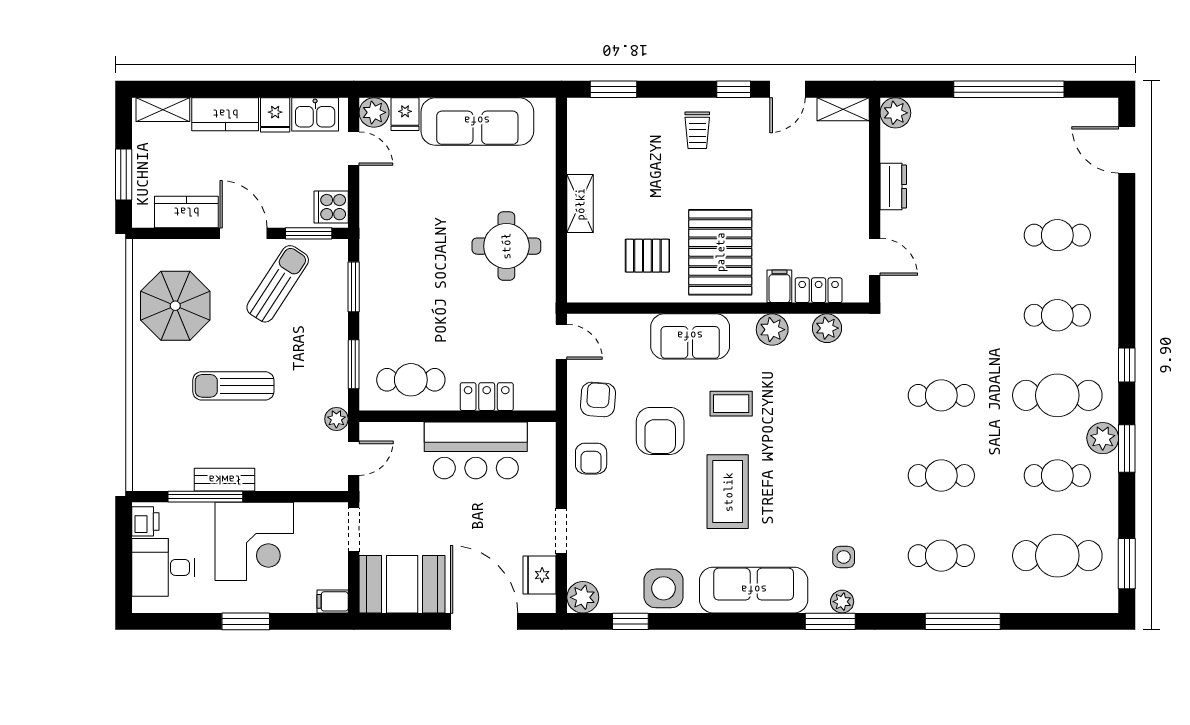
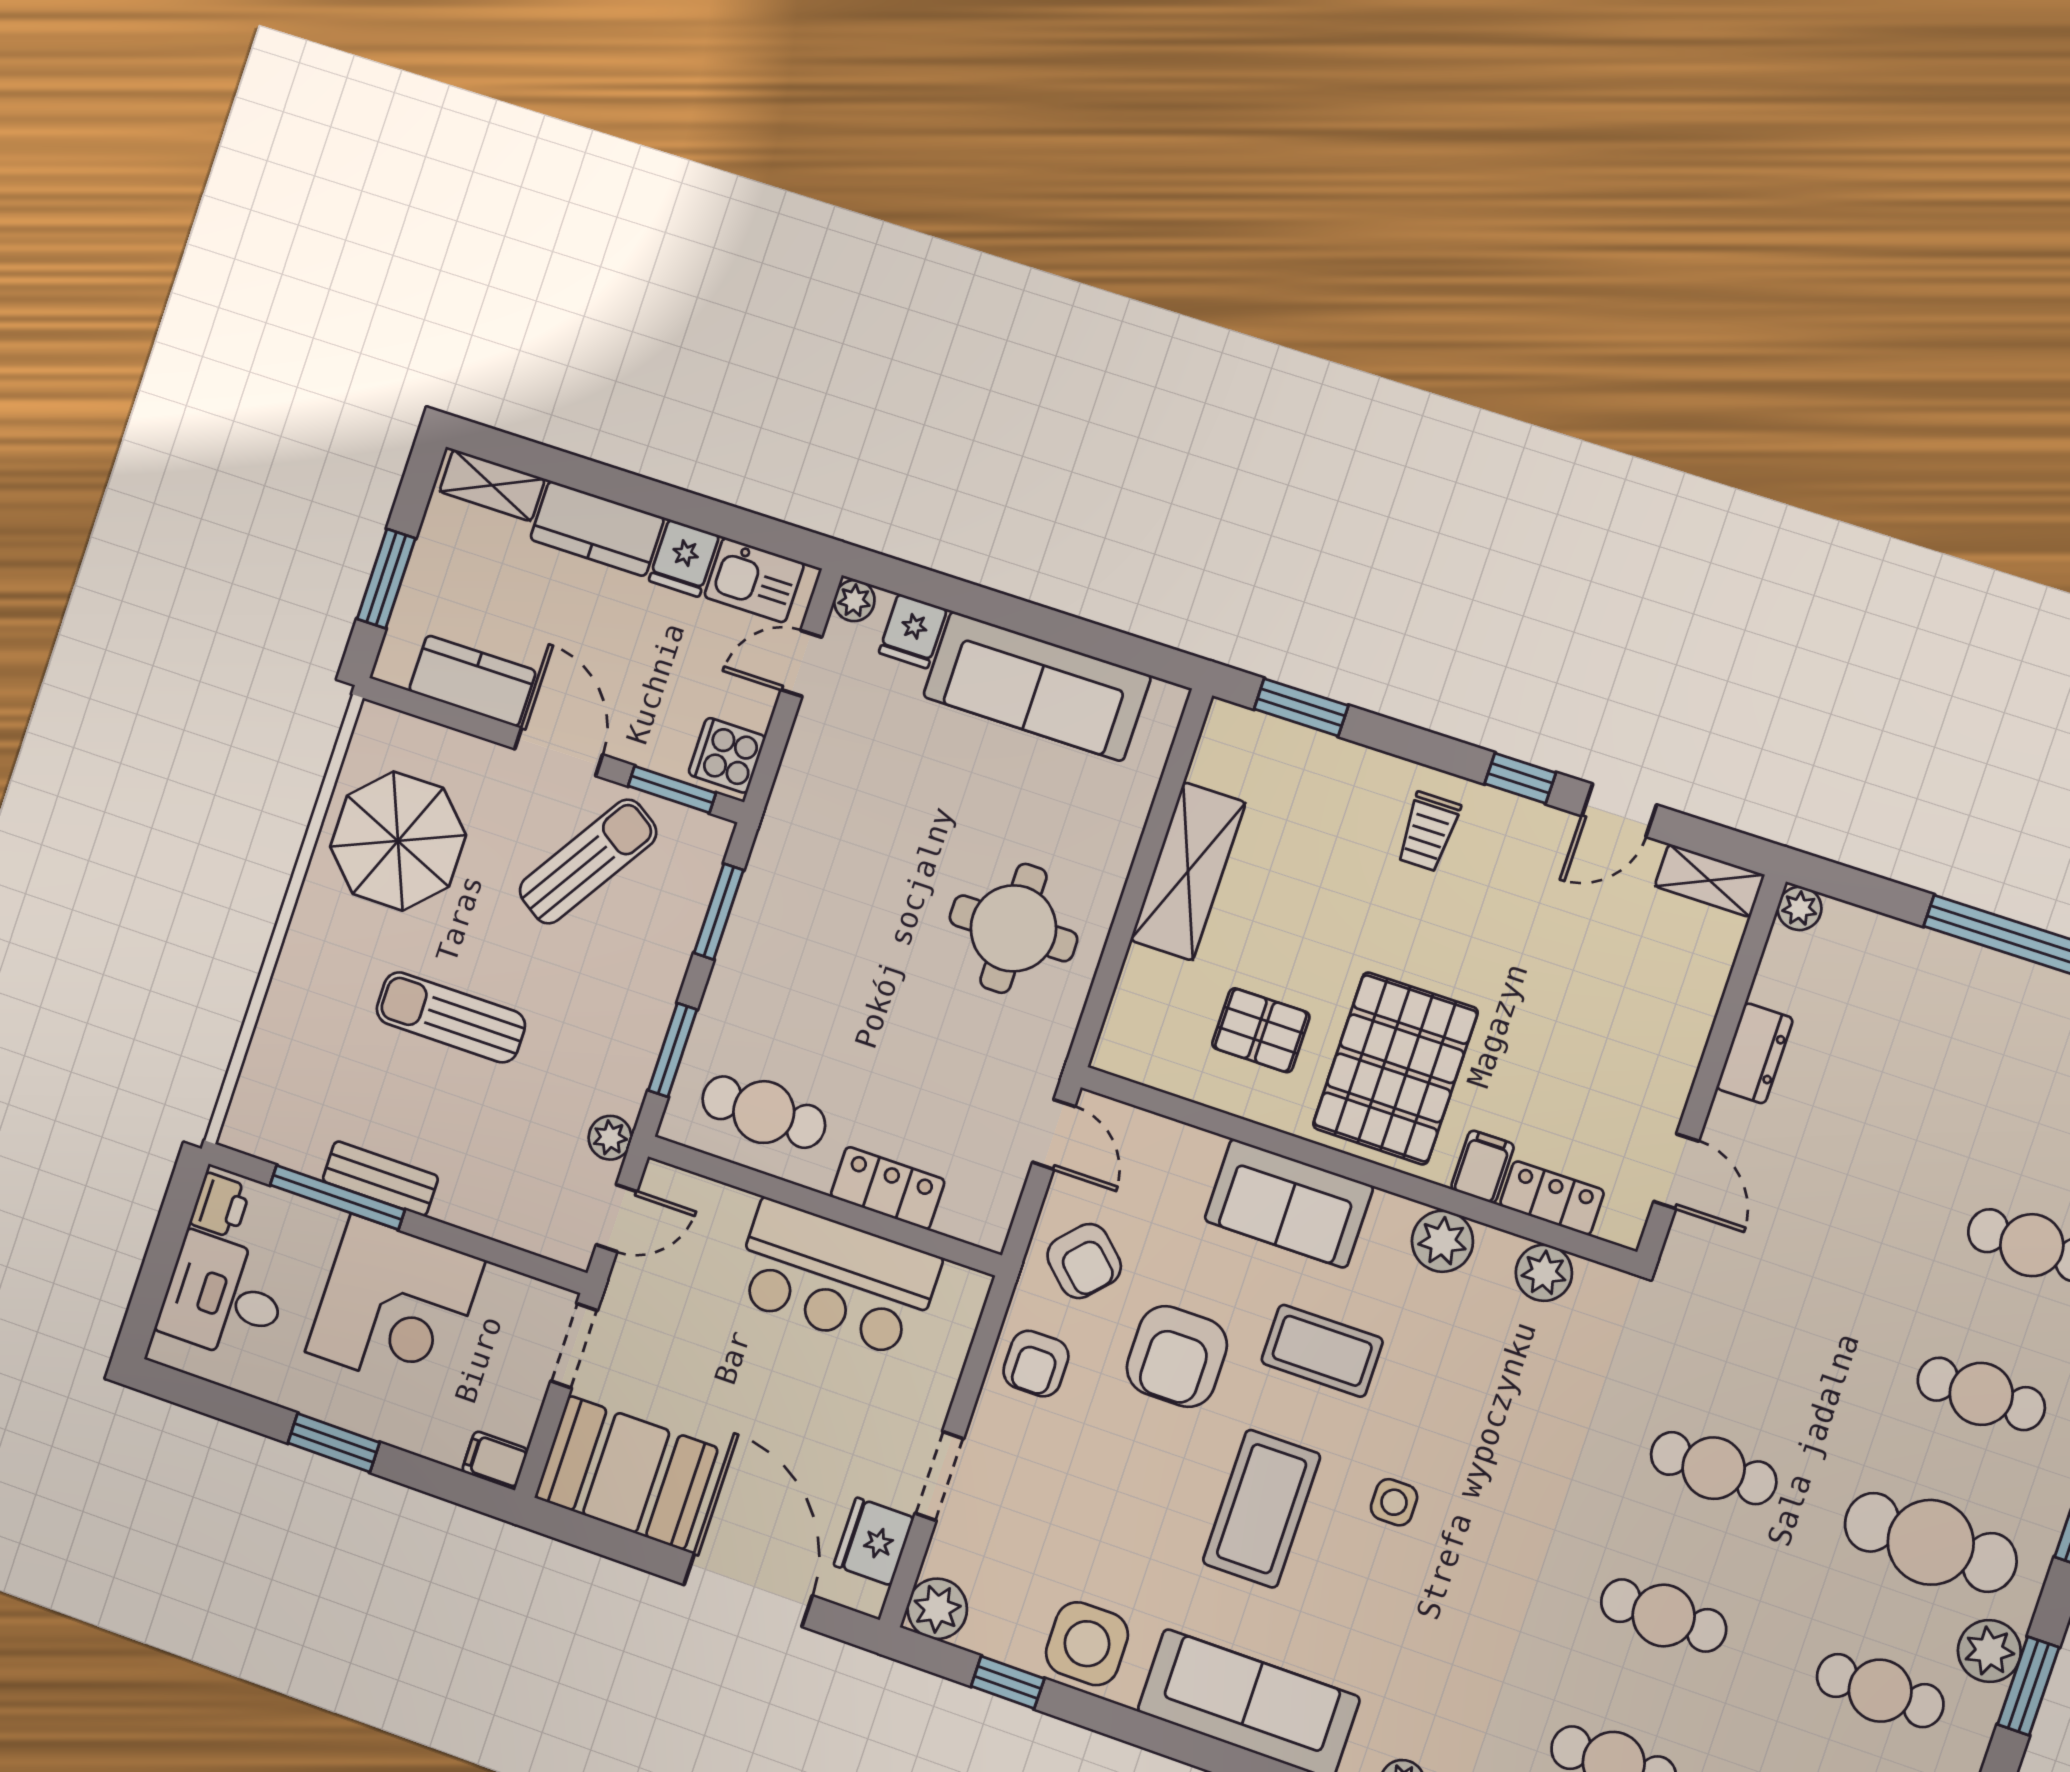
plant: (374, 112) -> (854, 601), width x0.73, depth x0.73
plant: (895, 113) -> (1799, 908), width x0.73, depth x0.73
door: (354, 149) -> (801, 663), swing flipped
shelving: (580, 204) -> (1188, 871), width x1.50, depth x1.33
armchair: (598, 399) -> (1084, 1261), turned 129
coffee table: (731, 404) -> (1322, 1351), width x1.36, depth x1.30
side table: (844, 557) -> (1394, 1502), moved

